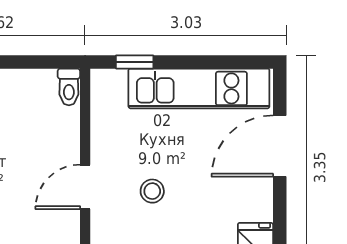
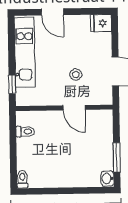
toilet: (69, 87) -> (25, 132), moved
door: (280, 146) -> (52, 12), width x0.73

